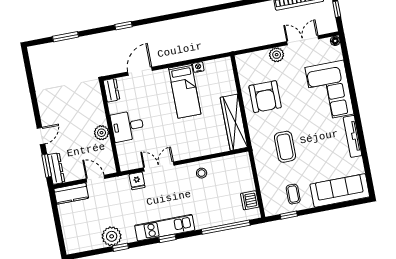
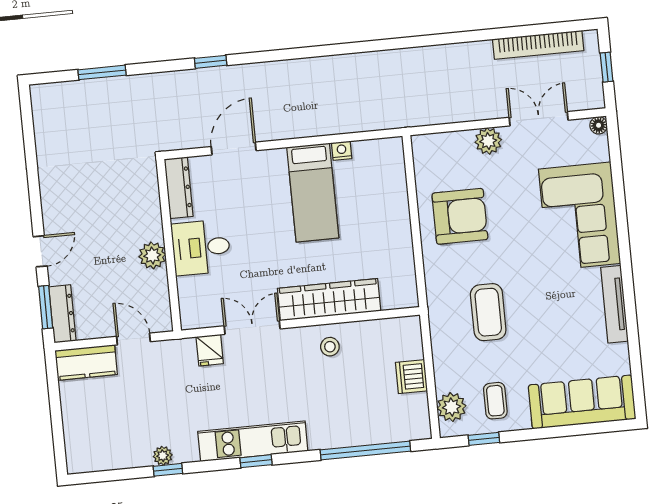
dresser: (111, 90) -> (179, 188), width x1.44
armchair: (265, 97) -> (460, 216), turned -90
wardrobe: (234, 122) -> (329, 300), moved, turned 90
dishwasher: (250, 200) -> (411, 377), moved
plant: (270, 200) -> (451, 407), added
plant: (112, 236) -> (163, 456), width x0.53, depth x0.53

